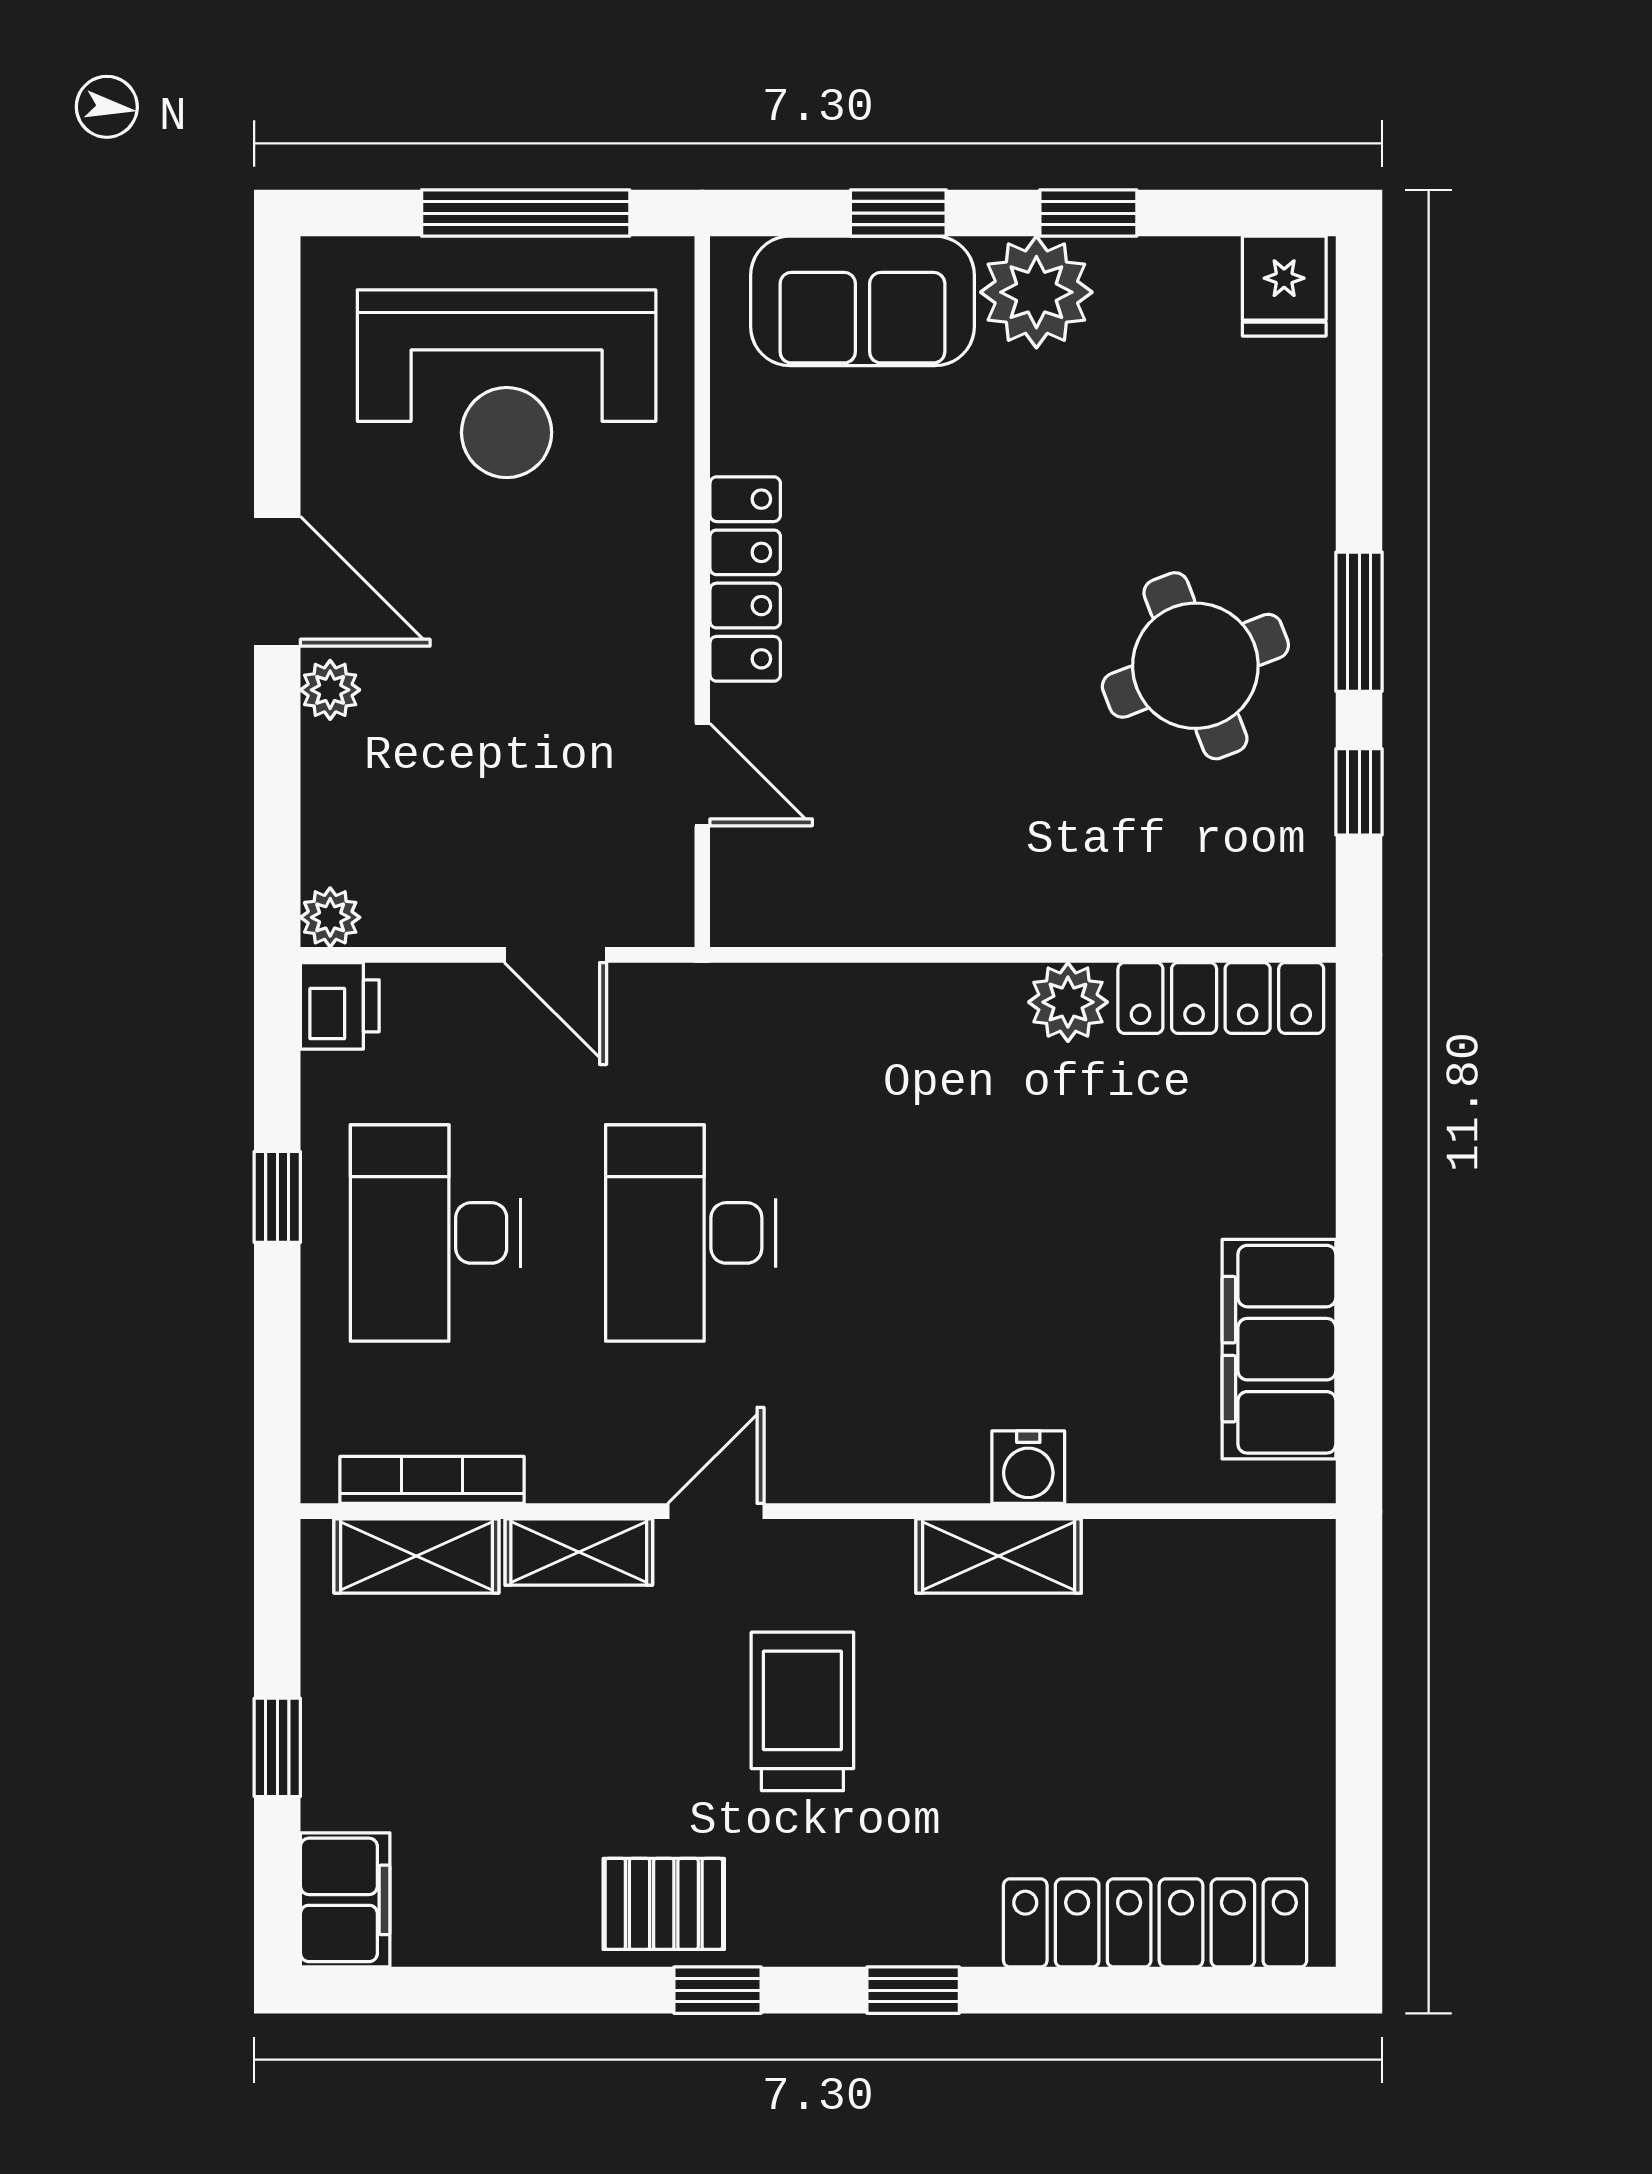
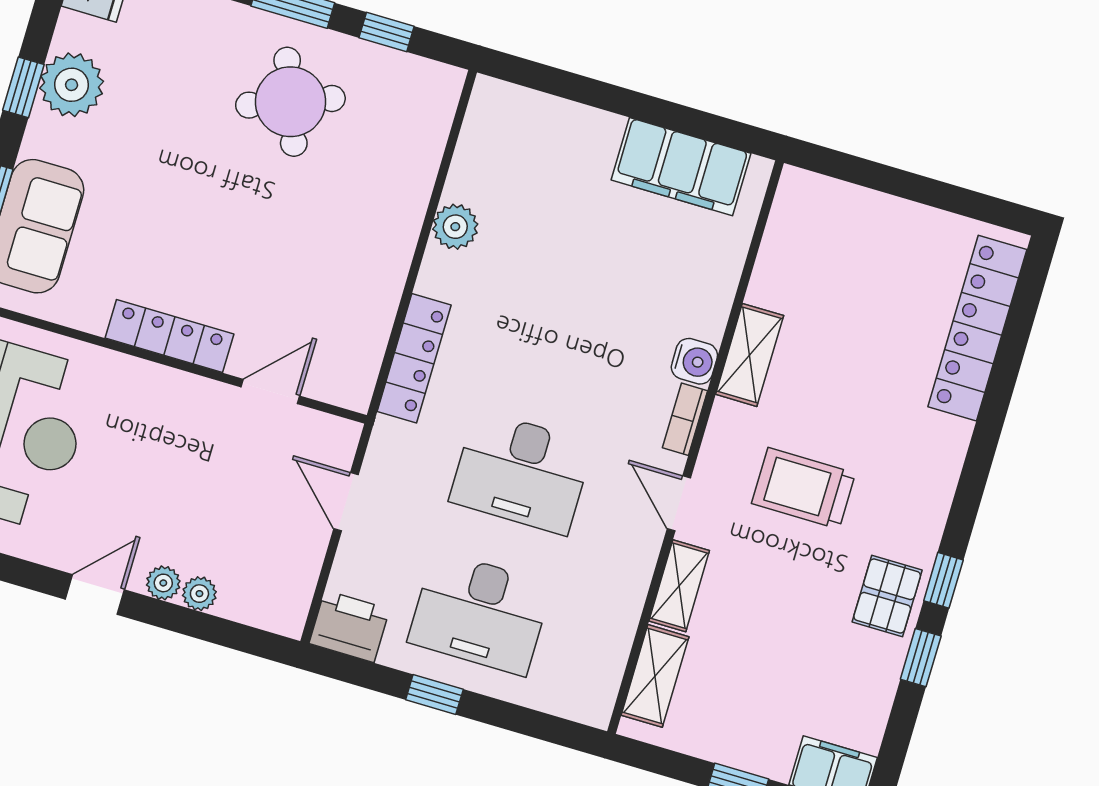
plant: (1036, 292) -> (72, 85), moved
door: (277, 581) -> (95, 594), width x0.73
plant: (330, 917) -> (199, 594), moved
door: (555, 955) -> (346, 502), swing flipped
locker: (1221, 998) -> (414, 358), moved
printer: (340, 1006) -> (349, 626), width x1.36, depth x1.24
water cooler: (1028, 1467) -> (694, 361), moved
bookcase: (432, 1480) -> (685, 419), moved, width x0.64
window: (913, 1990) -> (921, 658), moved

